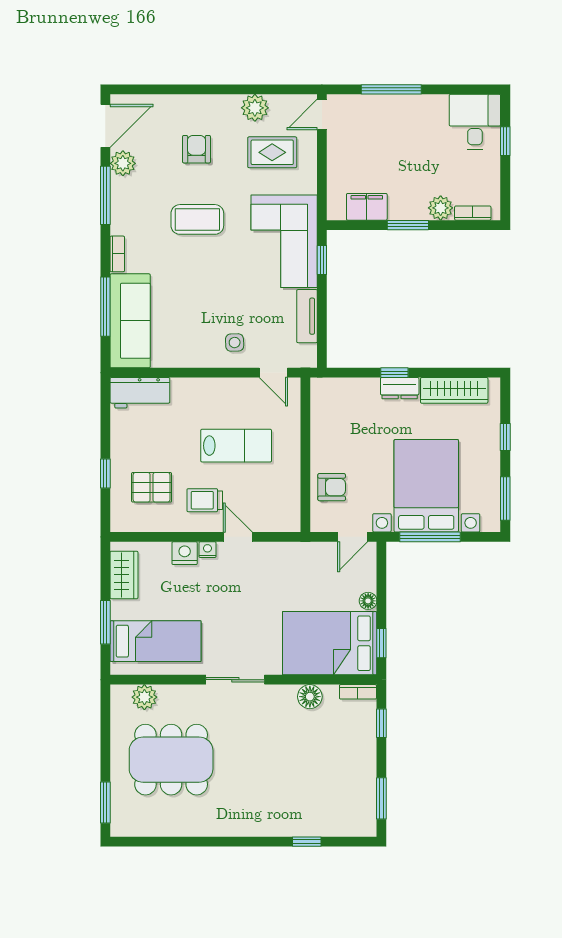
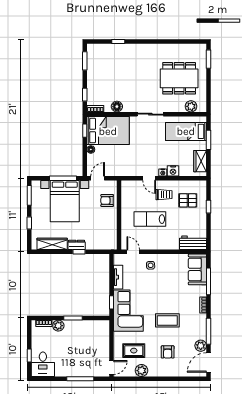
filing cabinet: (367, 207) -> (91, 326), removed
sofa: (130, 321) -> (197, 269), width x0.73

